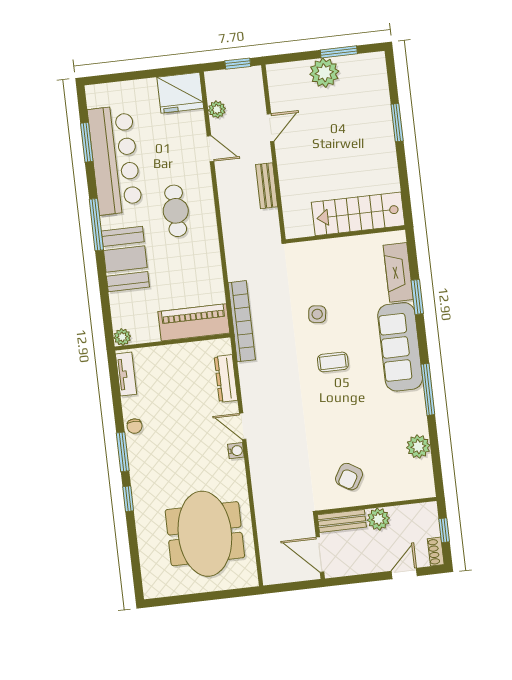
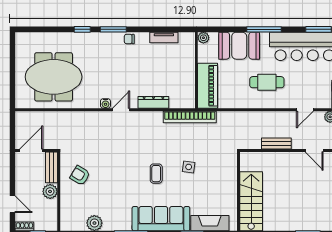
piano: (194, 322) -> (208, 86), moved
plant: (122, 337) -> (203, 38), moved
wall: (172, 342) -> (196, 70), moved

